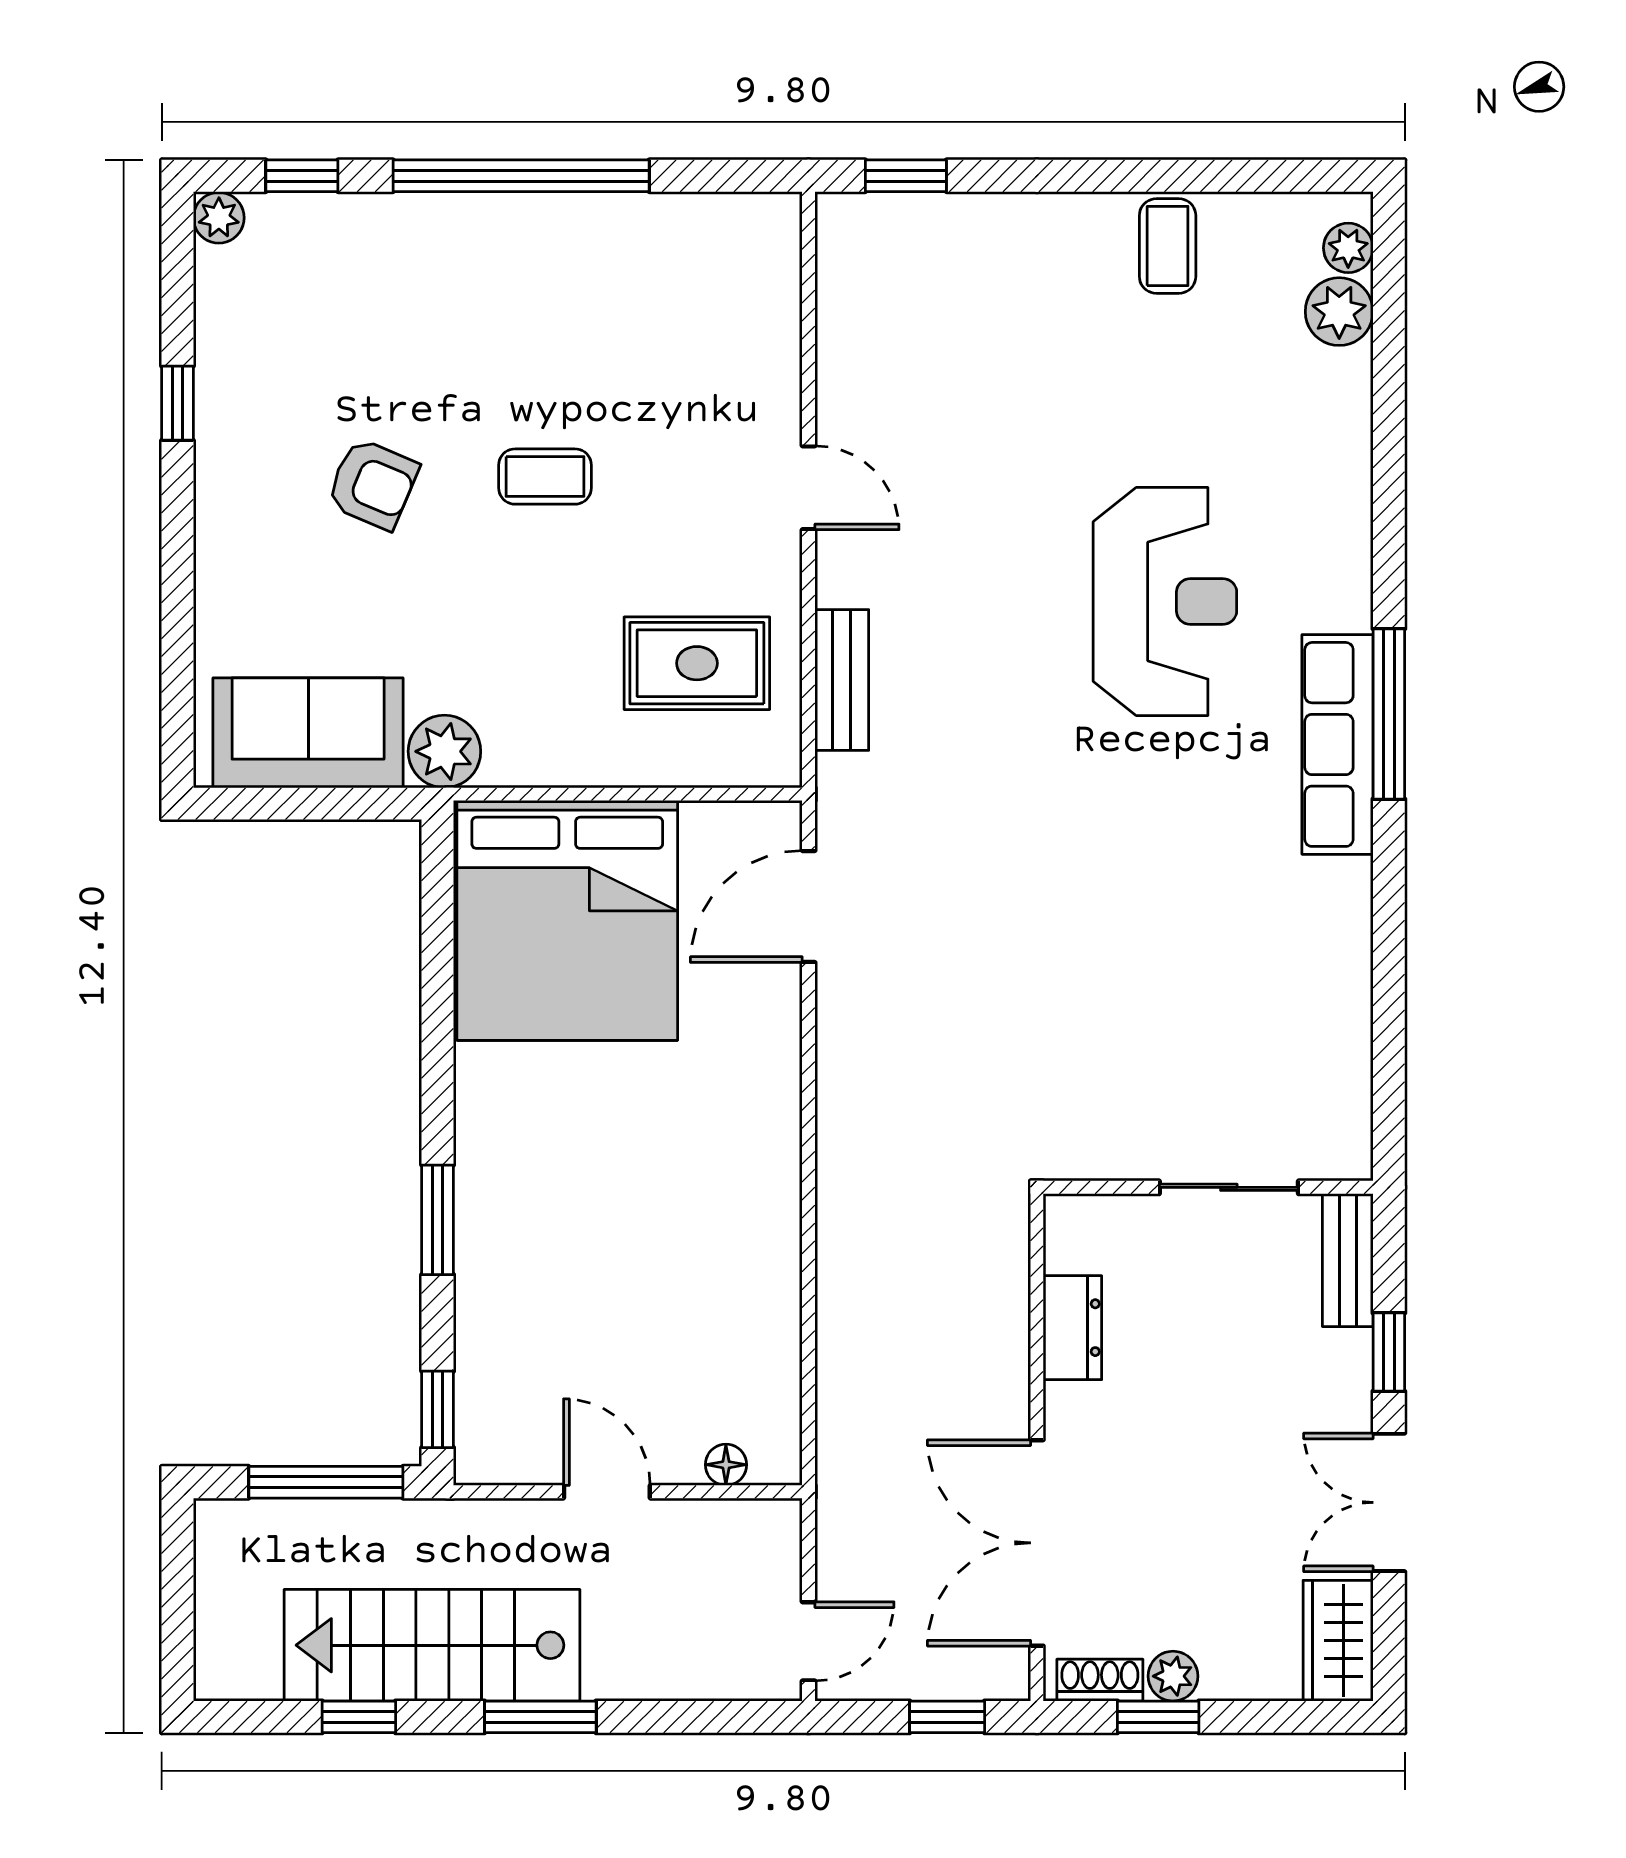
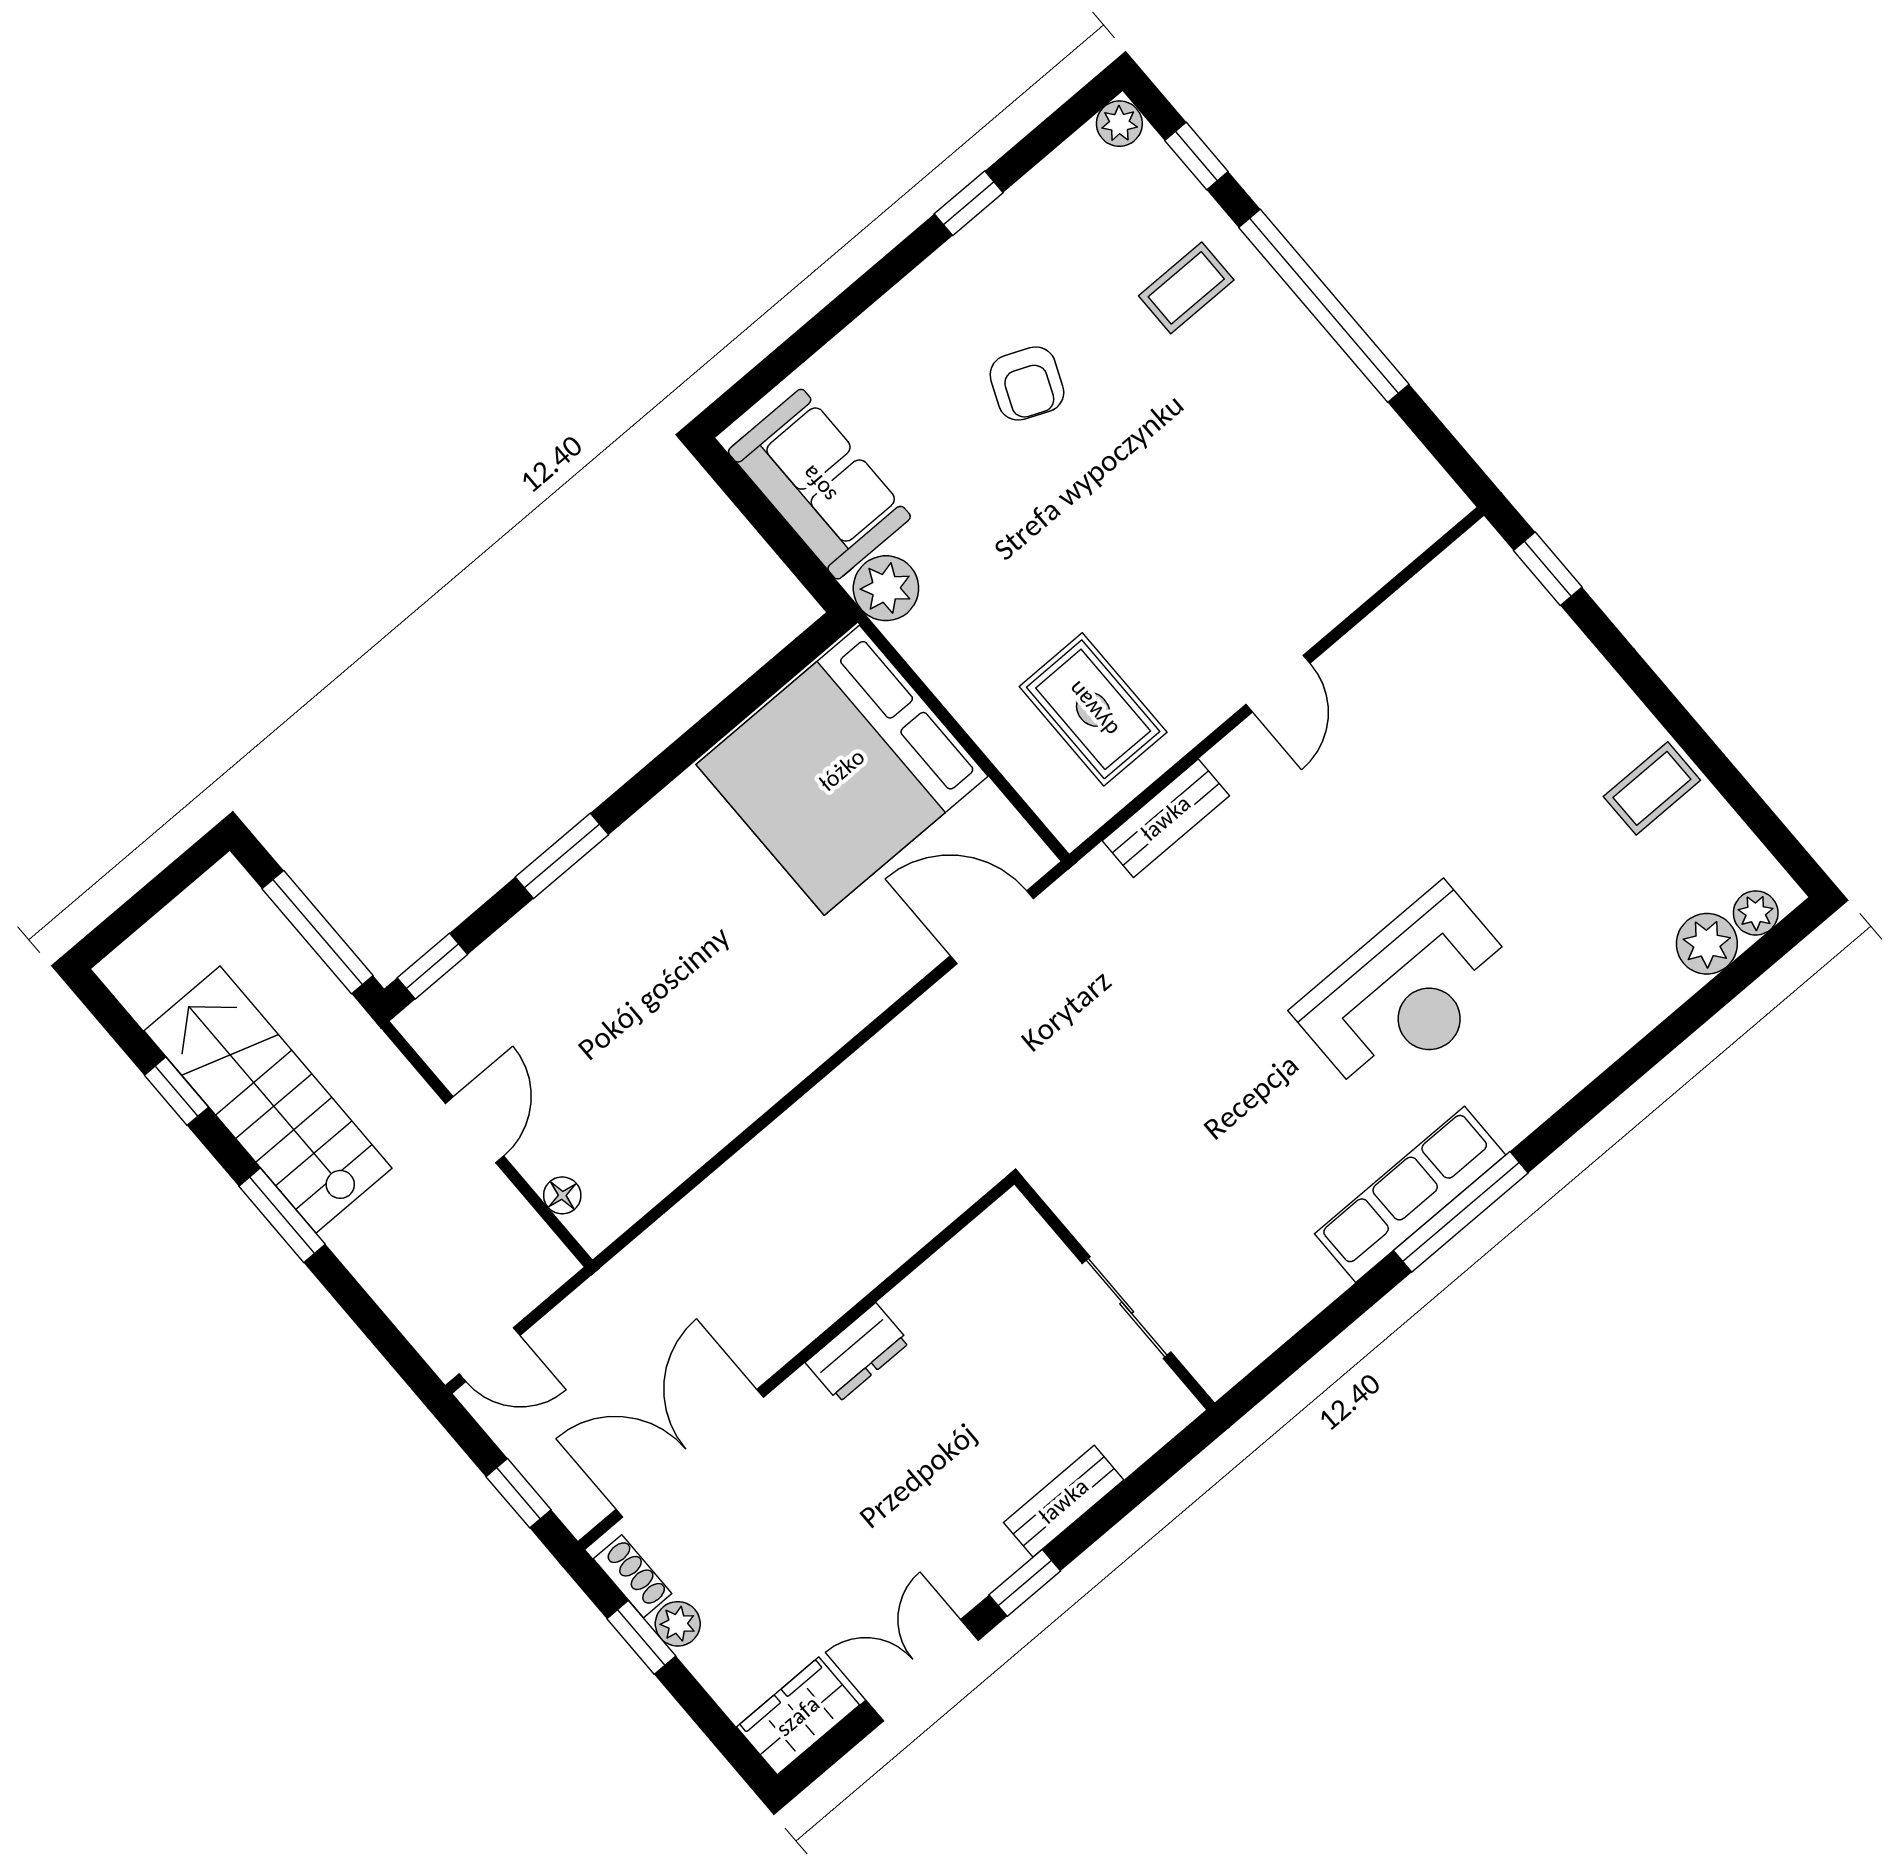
coffee table: (545, 477) -> (1186, 288), moved, turned 90
wall: (1208, 1187) -> (1115, 1293), moved
sliding door: (1229, 1187) -> (1127, 1308), moved

